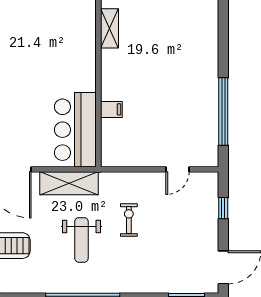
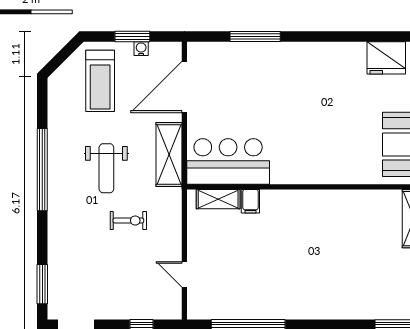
shelving: (109, 28) -> (218, 199), moved
weight bench: (81, 240) -> (106, 168), turned -90

